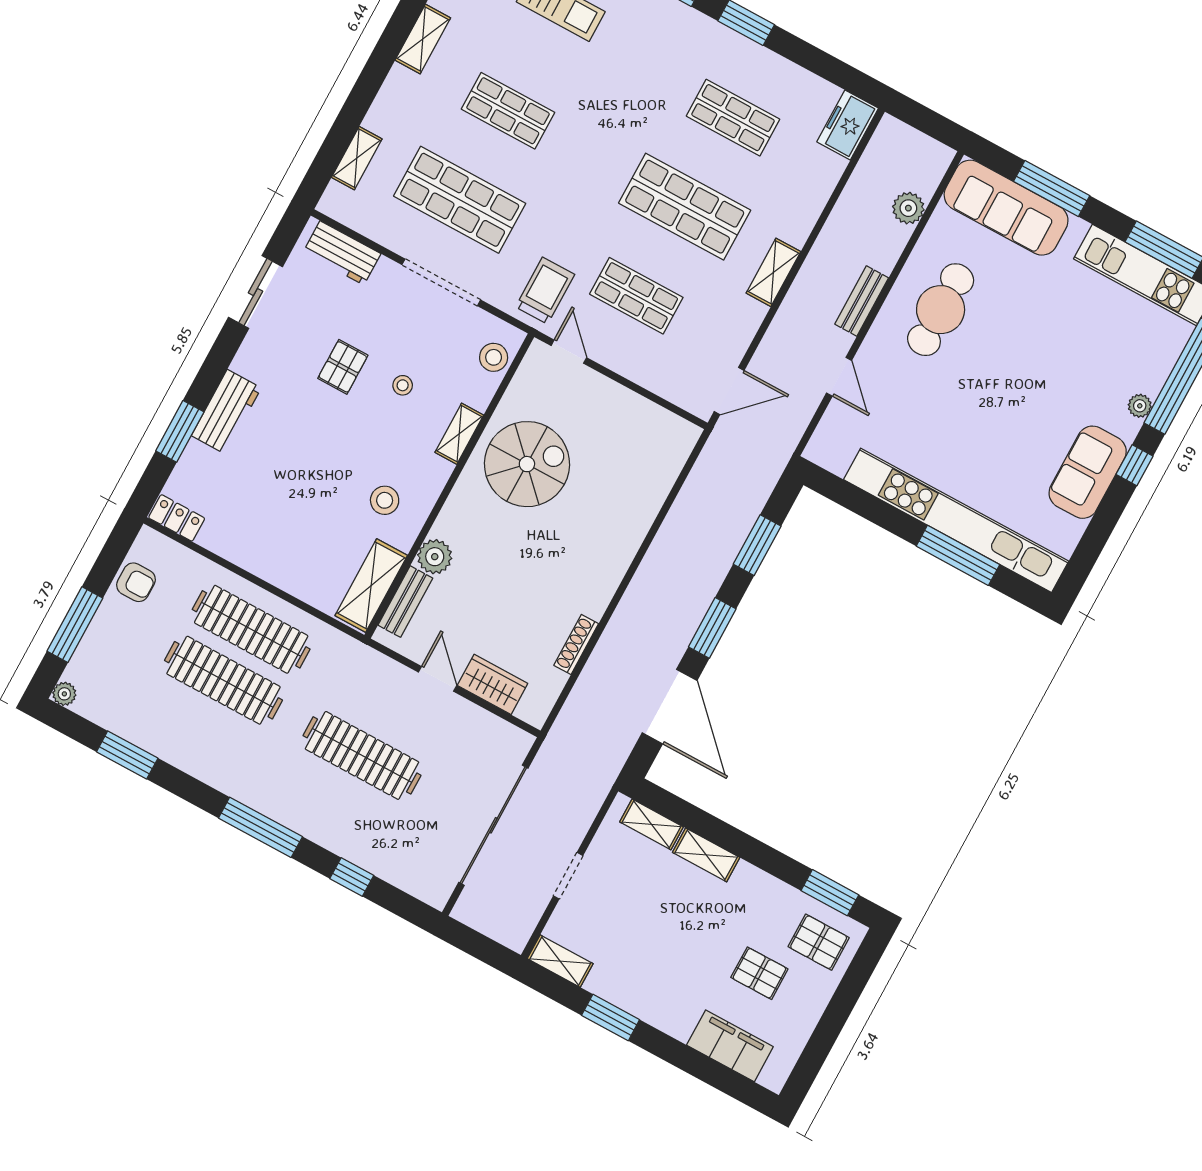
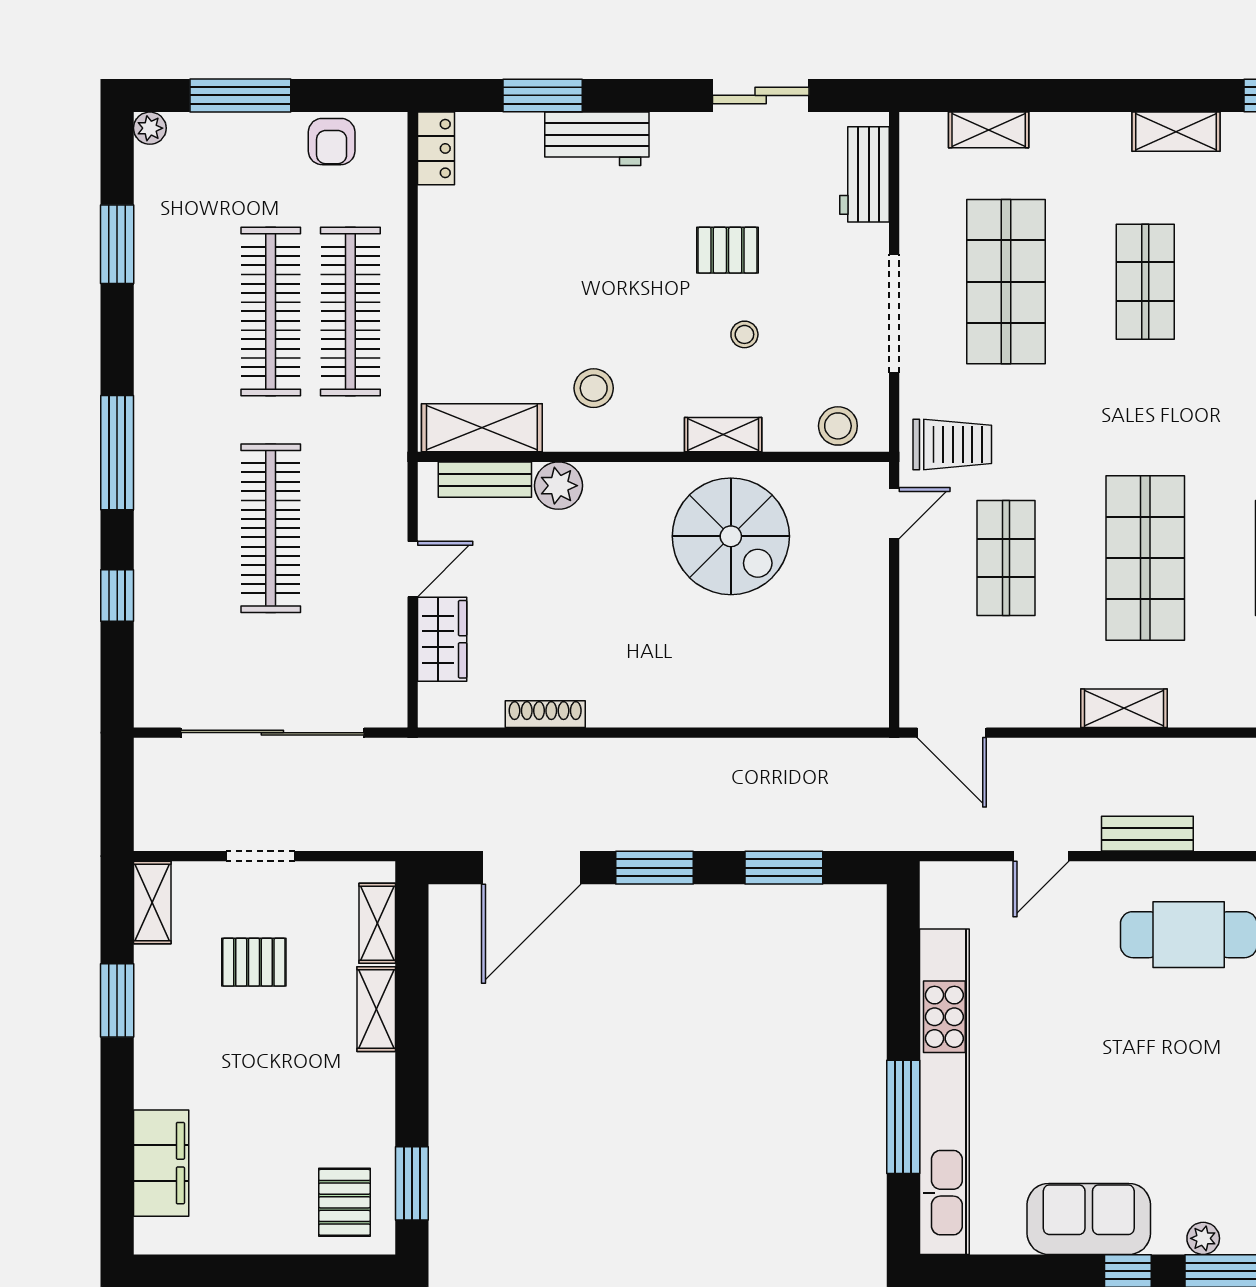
pallet: (759, 973) -> (254, 962), moved, turned 90

